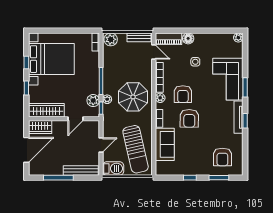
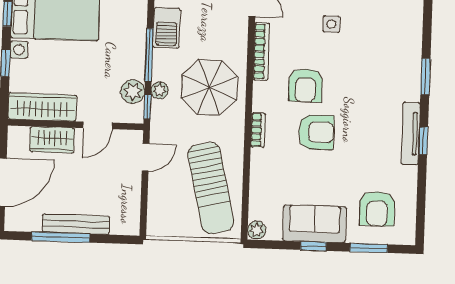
corner sofa: (228, 79) -> (393, 60), removed
plant: (160, 98) -> (257, 230), moved
armchair: (189, 118) -> (316, 132), turned -91
wardrobe: (40, 127) -> (52, 140), moved
sofa: (165, 144) -> (314, 224), moved, turned -90
door: (101, 145) -> (146, 157), moved
barbecue: (113, 169) -> (166, 28), moved, turned 90
bench: (81, 170) -> (76, 224), moved

